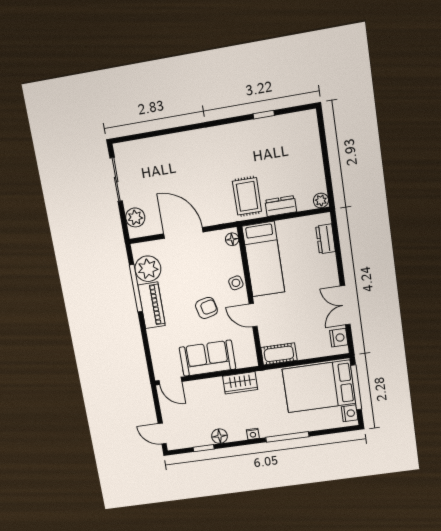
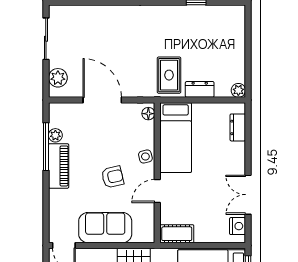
plant: (148, 269) -> (55, 135), width x0.53, depth x0.53
door: (253, 315) -> (157, 191), hinge flipped

